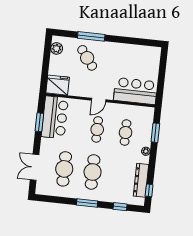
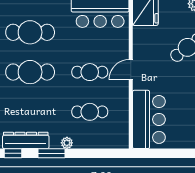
door: (99, 100) -> (131, 70), hinge flipped
window: (155, 133) -> (51, 153), moved

